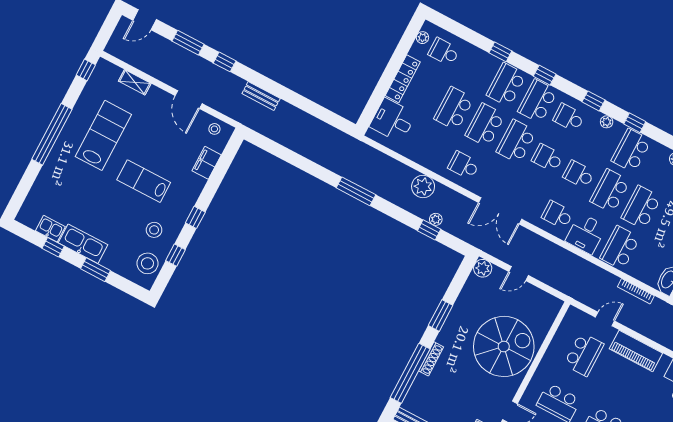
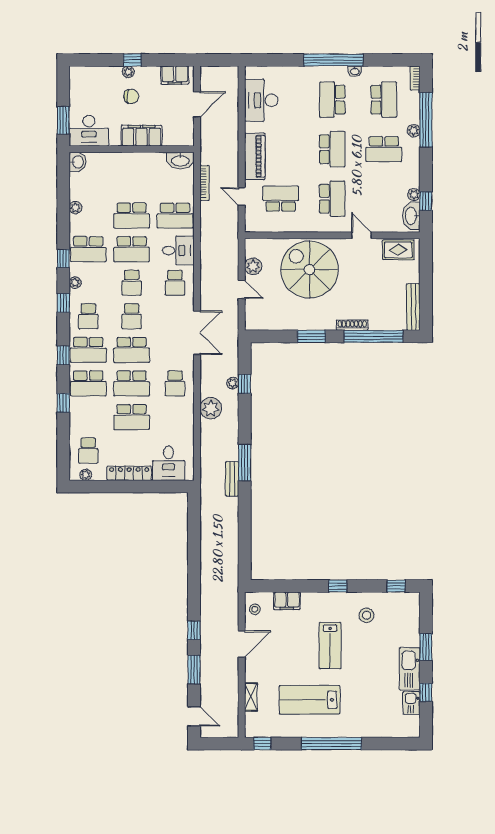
bench: (261, 96) -> (232, 479), moved
window: (176, 255) -> (396, 586), moved
stool: (147, 263) -> (398, 606), removed
plant: (483, 268) -> (253, 266), moved

